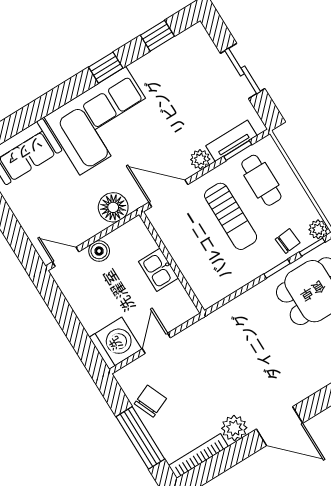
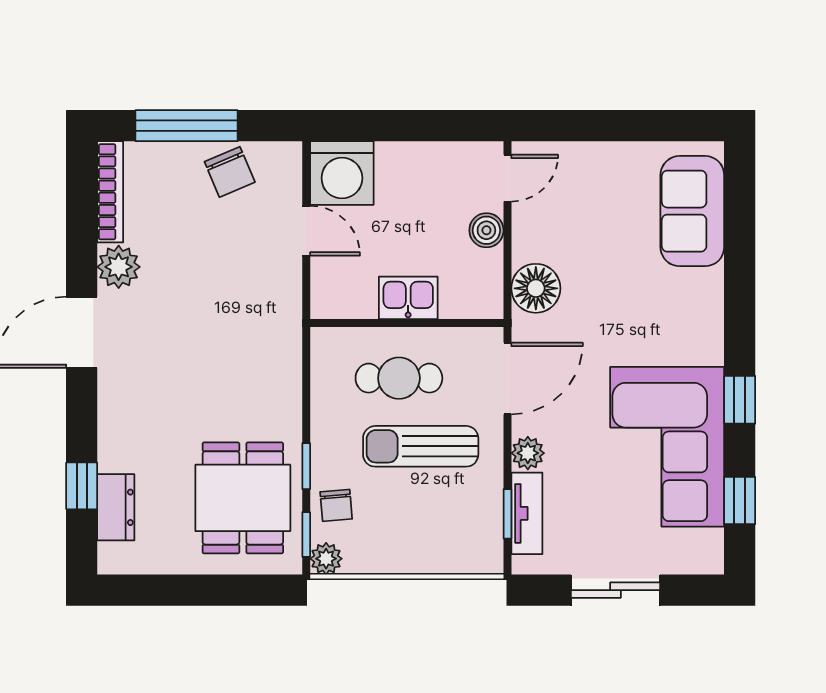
corner sofa: (103, 121) -> (667, 447), moved
cafe table: (261, 180) -> (399, 378), moved

